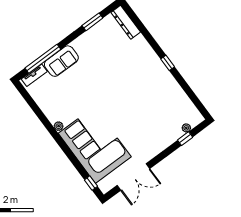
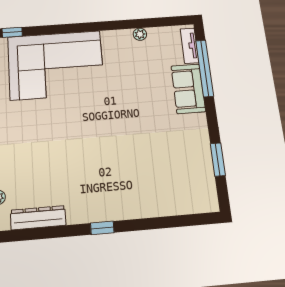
dresser: (126, 22) -> (38, 218), moved
plant: (59, 126) -> (140, 34), moved

